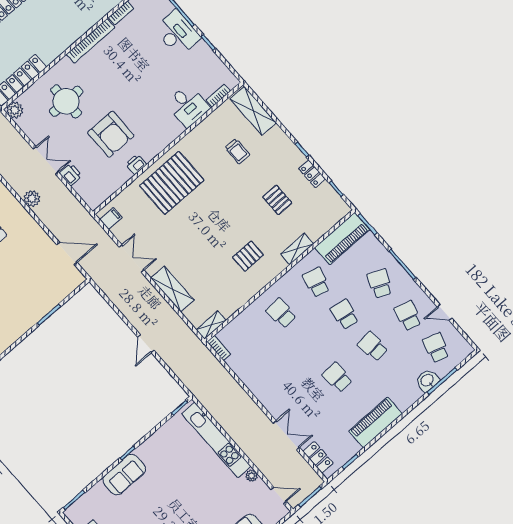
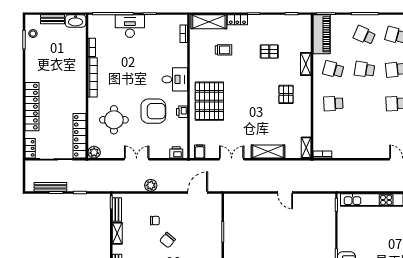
desk: (188, 106) -> (175, 79), moved
printer: (71, 174) -> (176, 152), moved
locker: (312, 174) -> (237, 20), moved

